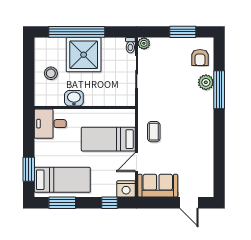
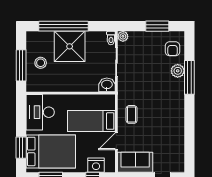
window: (29, 76) -> (21, 65), added
washbasin: (74, 98) -> (107, 85), moved
desk: (50, 124) -> (40, 112), width x1.37
bed: (62, 180) -> (51, 151), width x1.50
nightstand: (126, 189) -> (96, 165), moved

